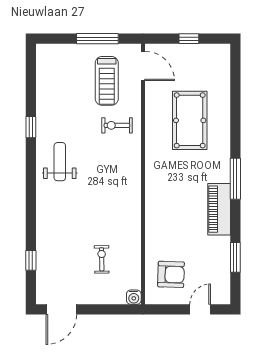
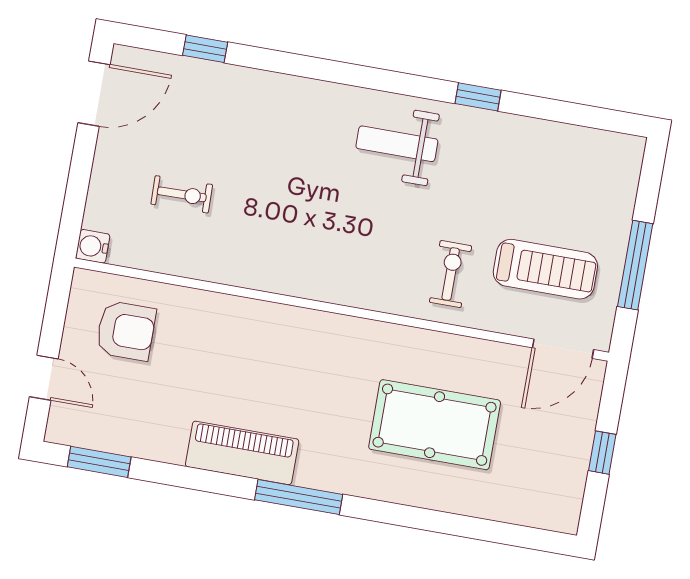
treadmill: (107, 81) -> (545, 269), turned 180
weight bench: (60, 162) -> (397, 144), turned 180
window: (235, 257) -> (99, 462), moved
armchair: (171, 274) -> (126, 331), turned -92
door: (61, 309) -> (94, 94), swing flipped

